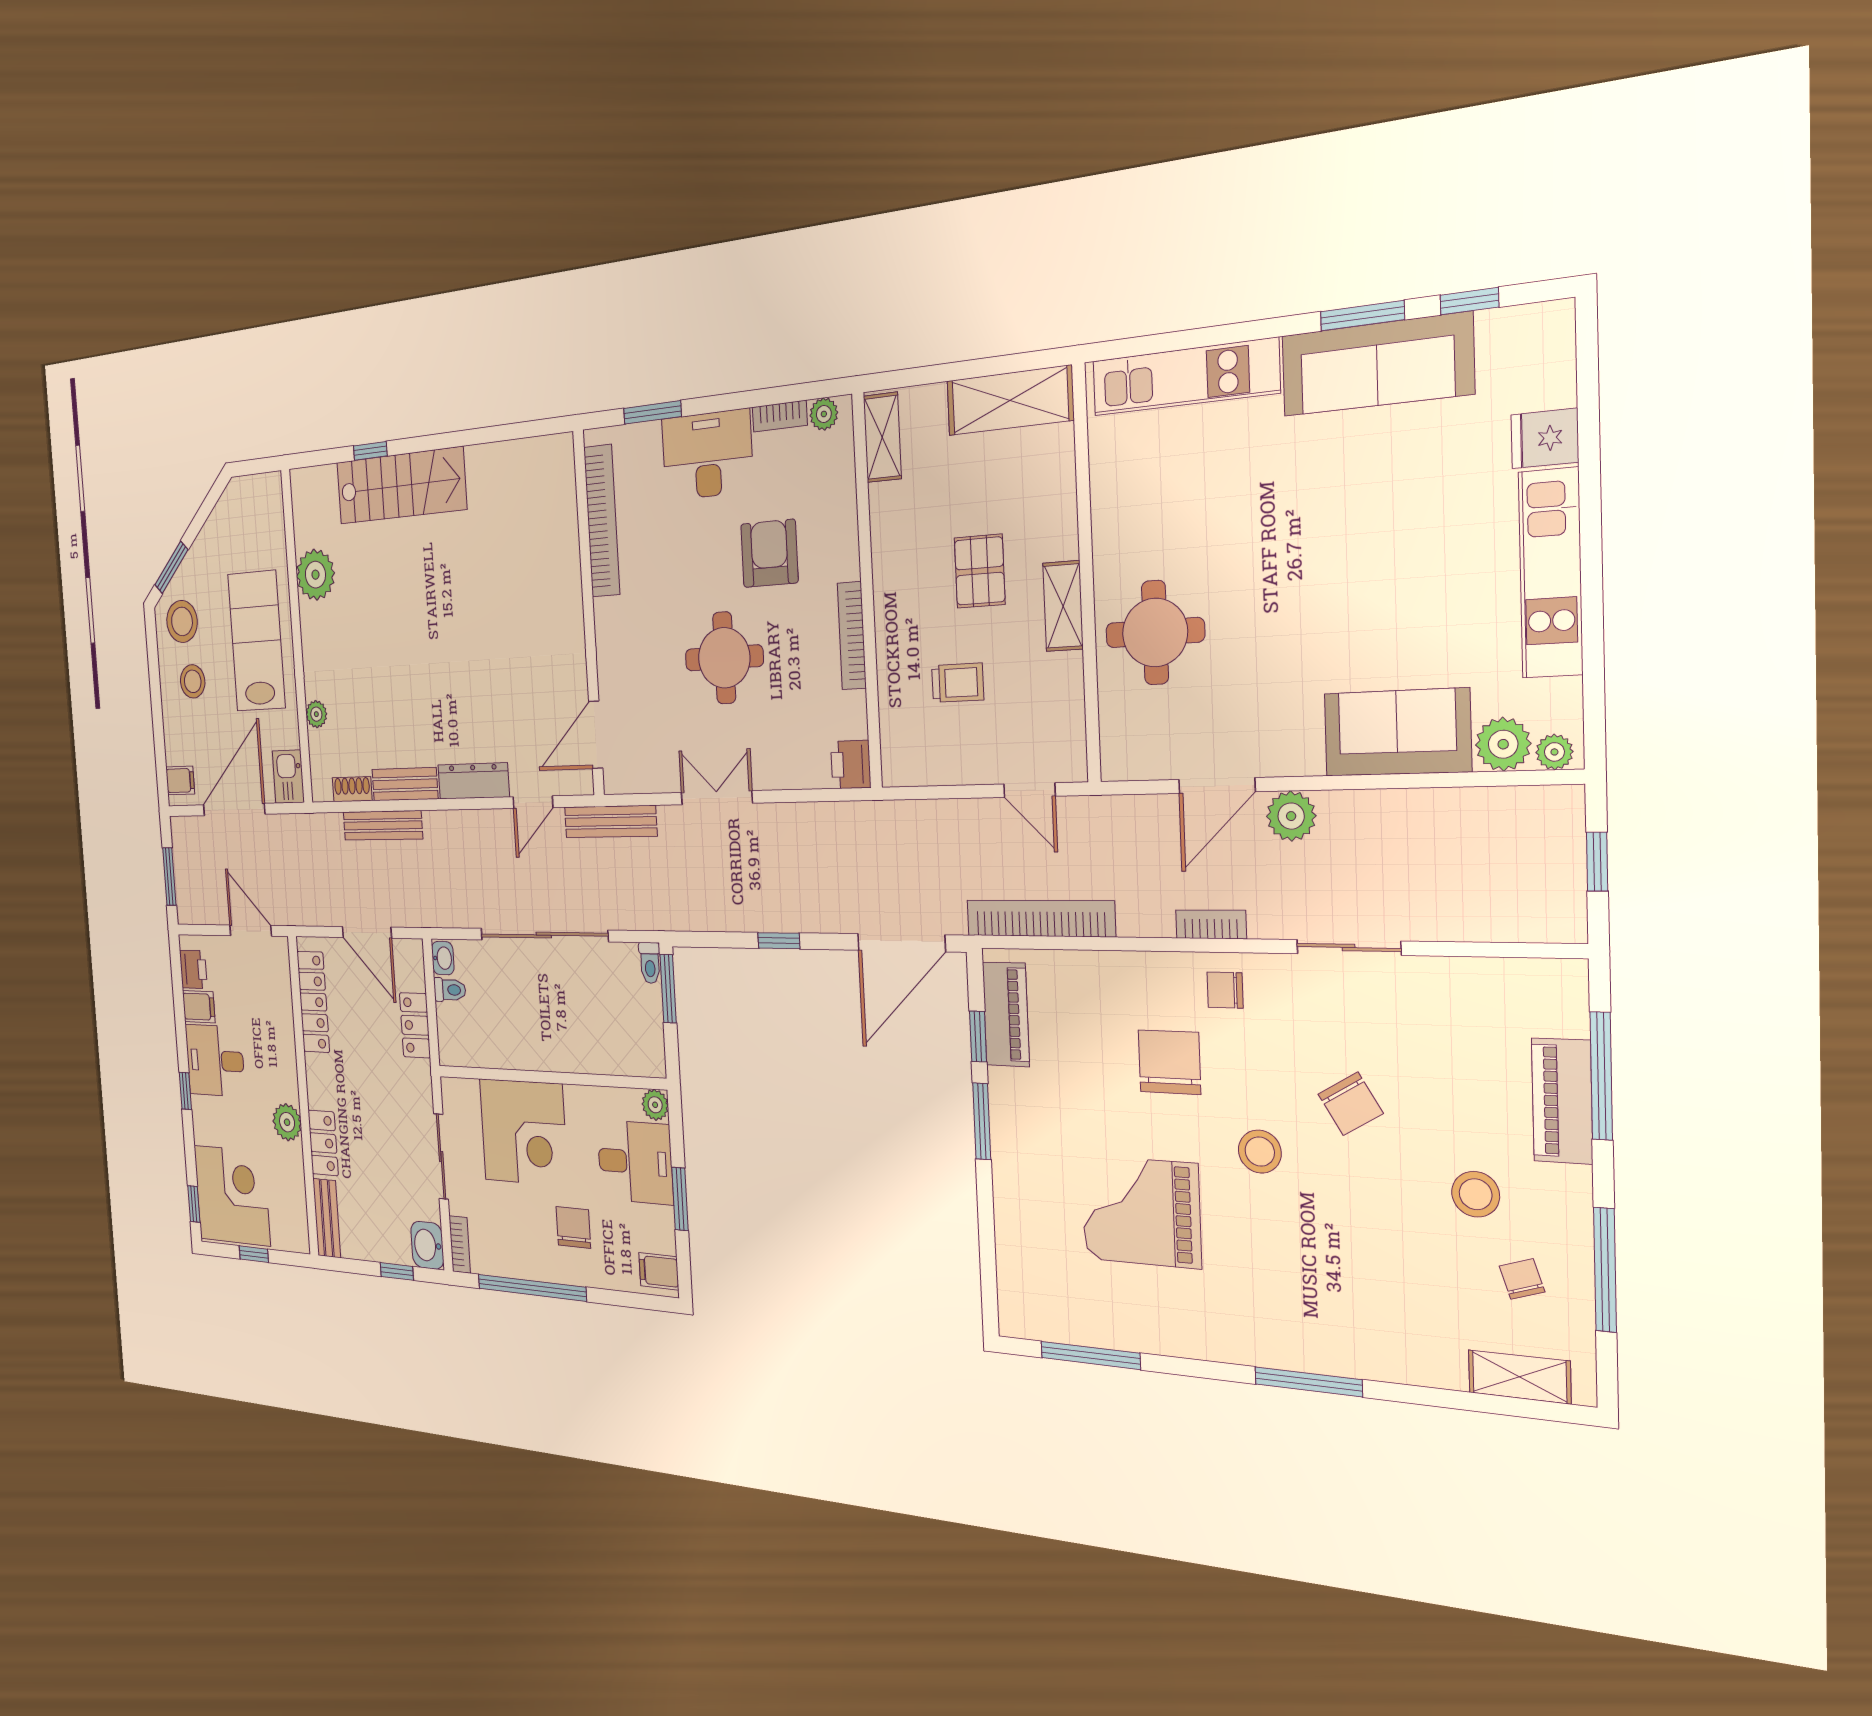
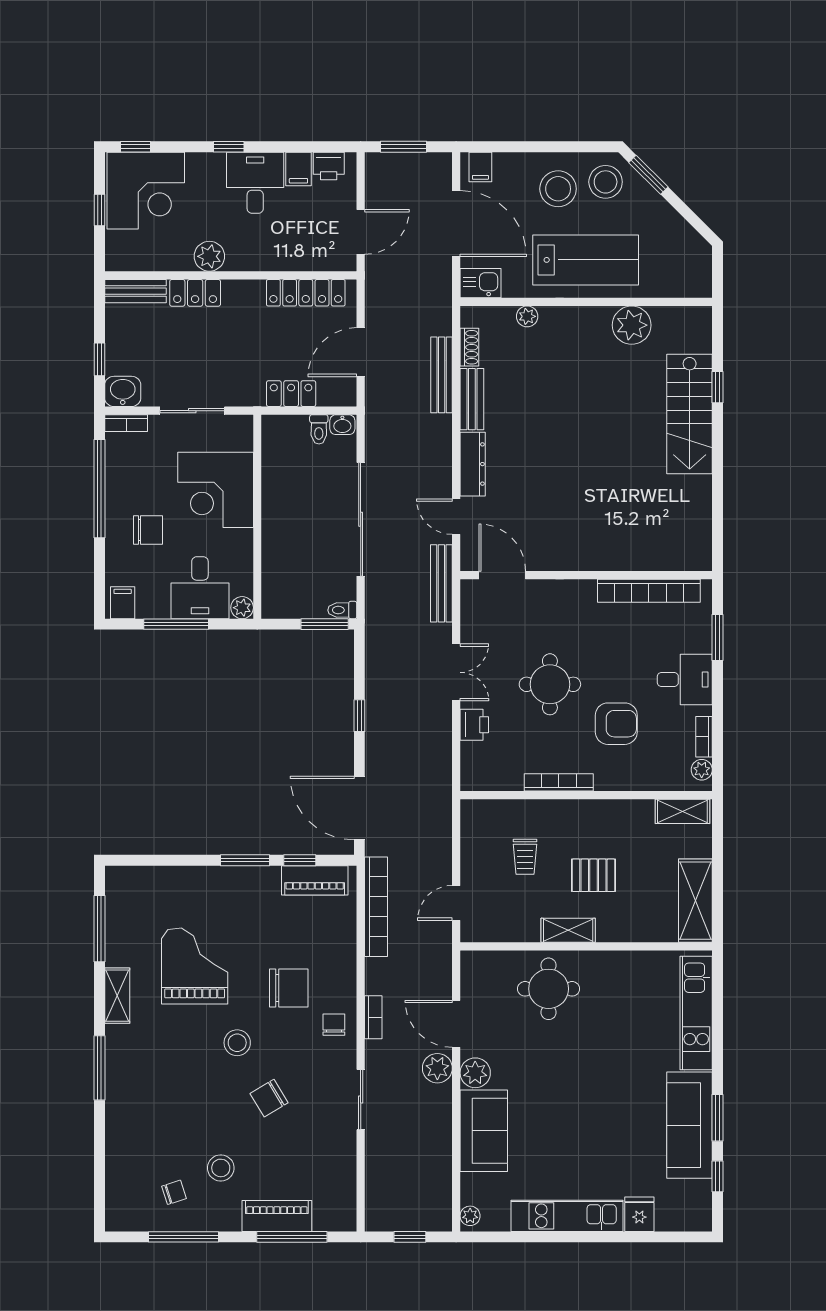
desk: (707, 455) -> (685, 679), width x0.73
stool: (193, 681) -> (558, 189), width x1.38, depth x1.38
plant: (1503, 744) -> (475, 1073), moved
printer: (851, 764) -> (474, 725), moved, turned 90
window: (680, 1199) -> (176, 624), width x1.44
shelving: (1519, 1377) -> (117, 996), moved

